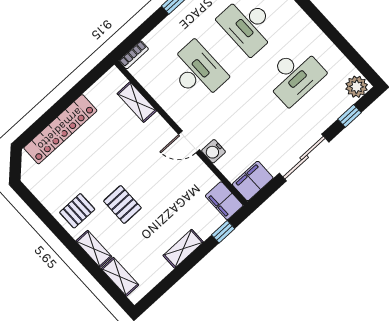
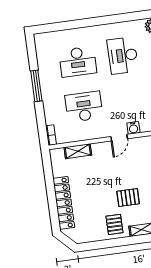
desk: (294, 76) -> (123, 55), turned 180

